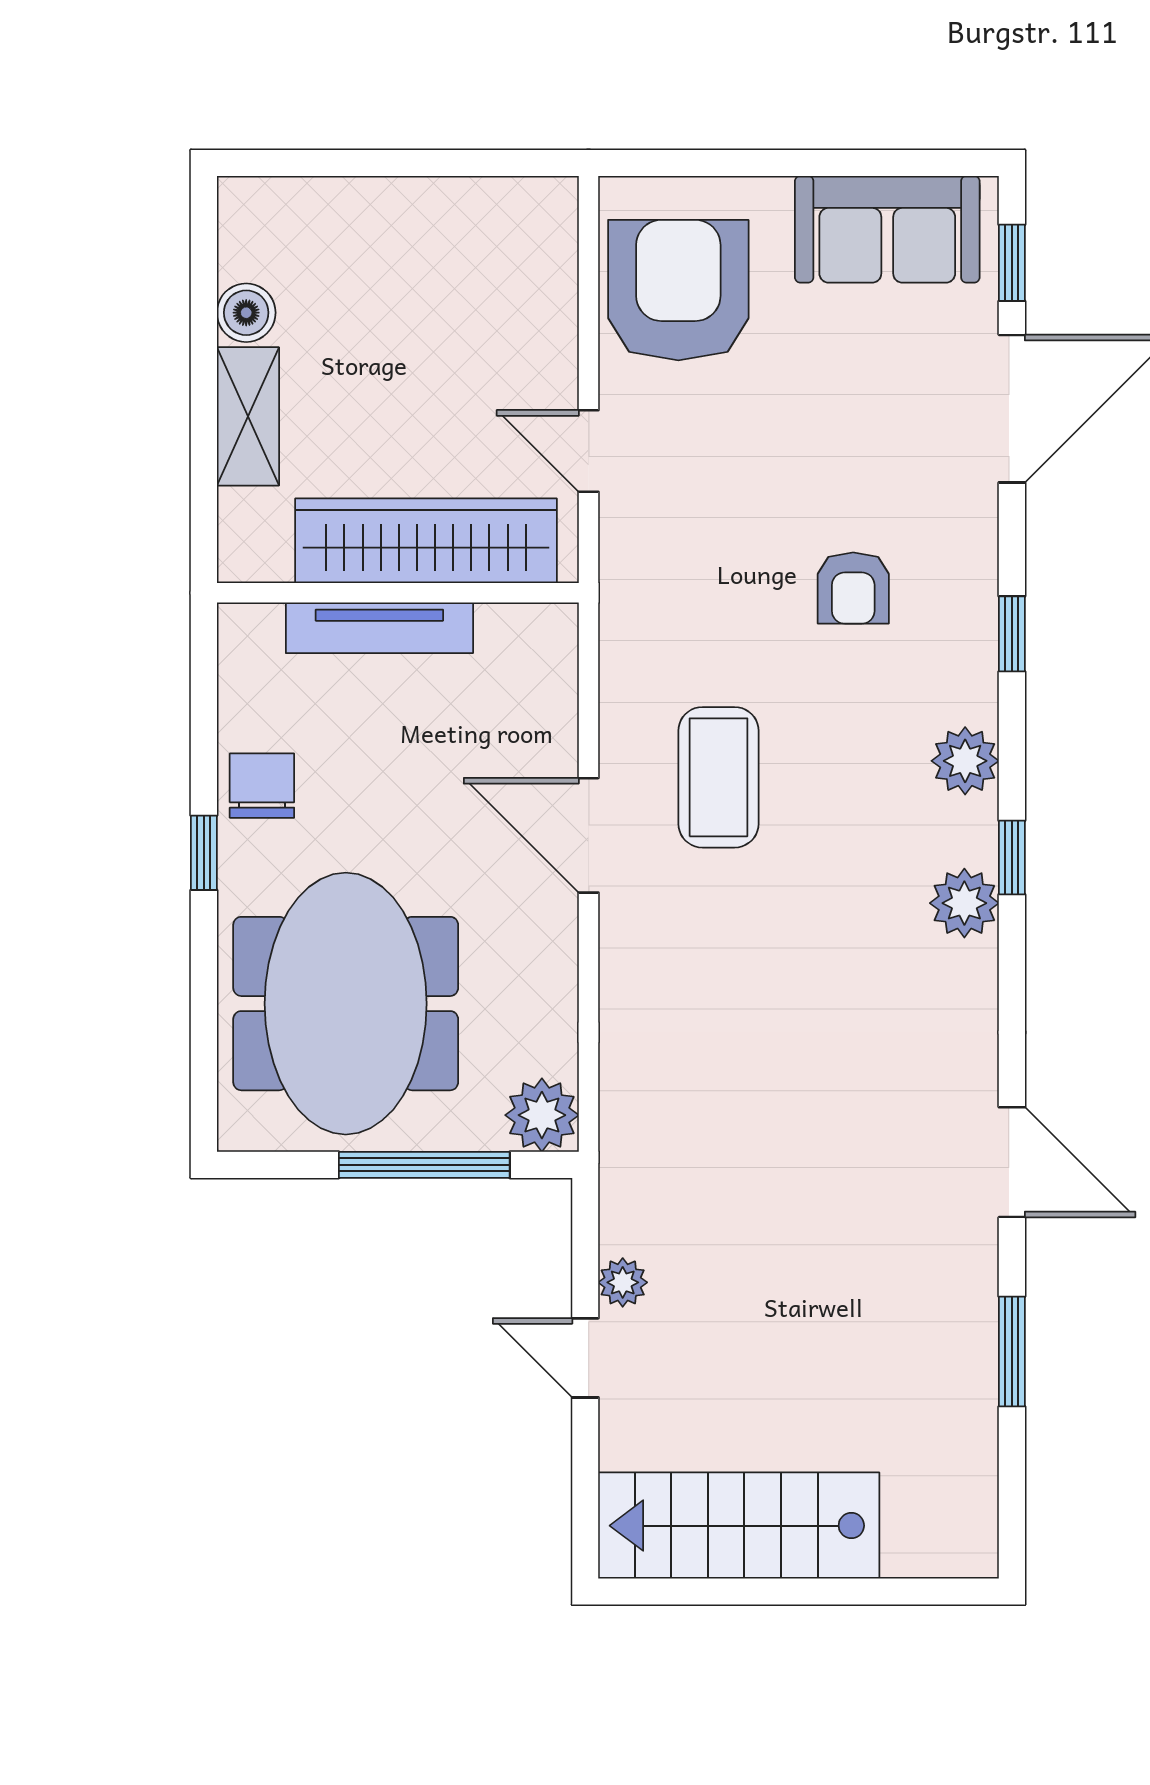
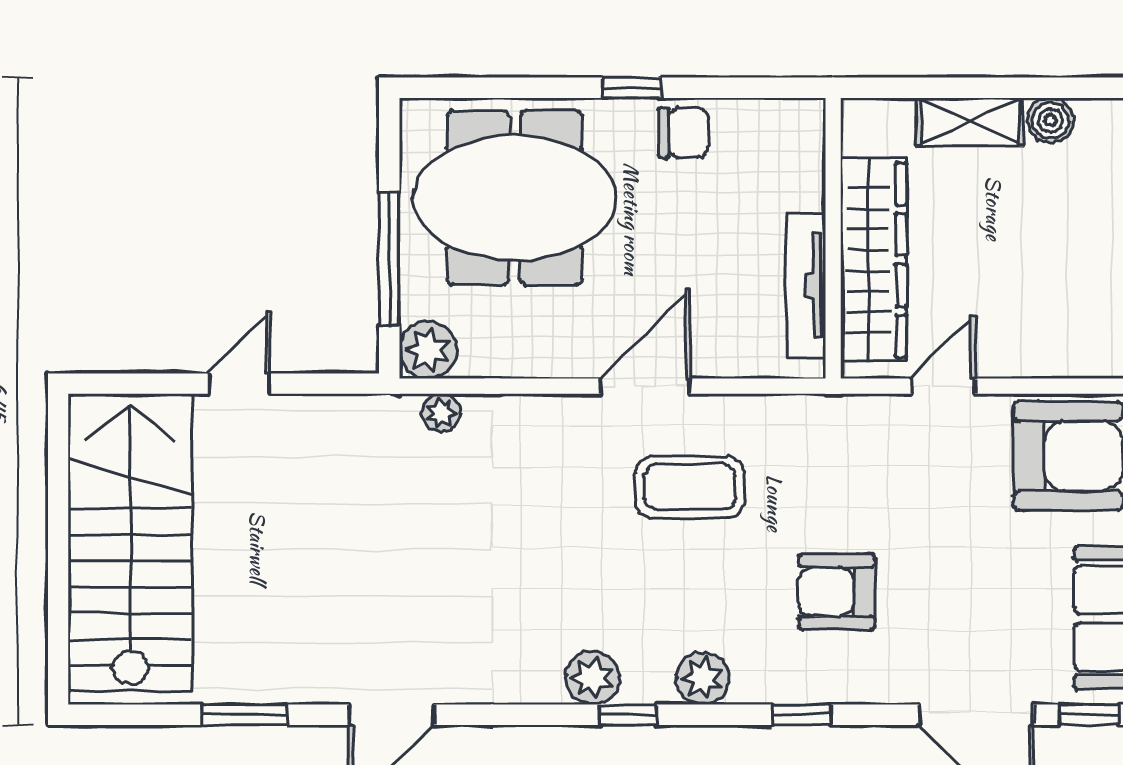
armchair: (853, 588) -> (837, 592), width x1.38, depth x1.38
tv unit: (379, 628) -> (806, 285), moved
plant: (623, 1282) -> (441, 413), moved
stairs: (739, 1526) -> (130, 543), width x1.36, depth x1.51

